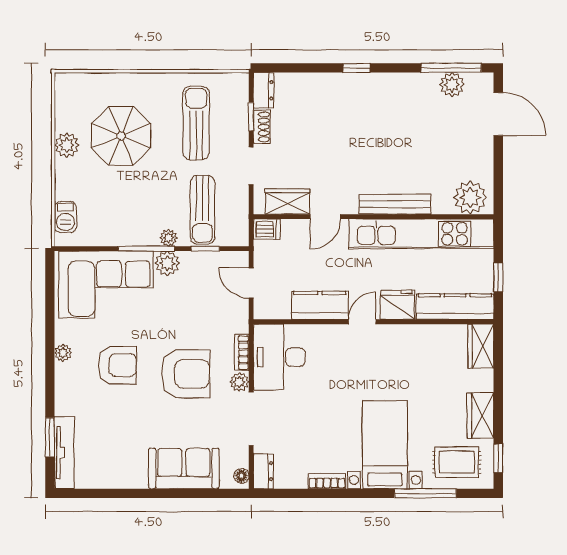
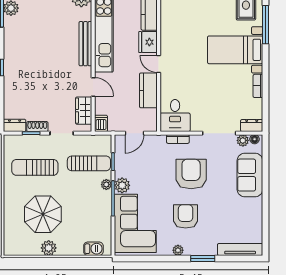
desk: (279, 357) -> (175, 116), width x0.73
plant: (239, 382) -> (243, 140), moved
window: (50, 437) -> (203, 258), moved

